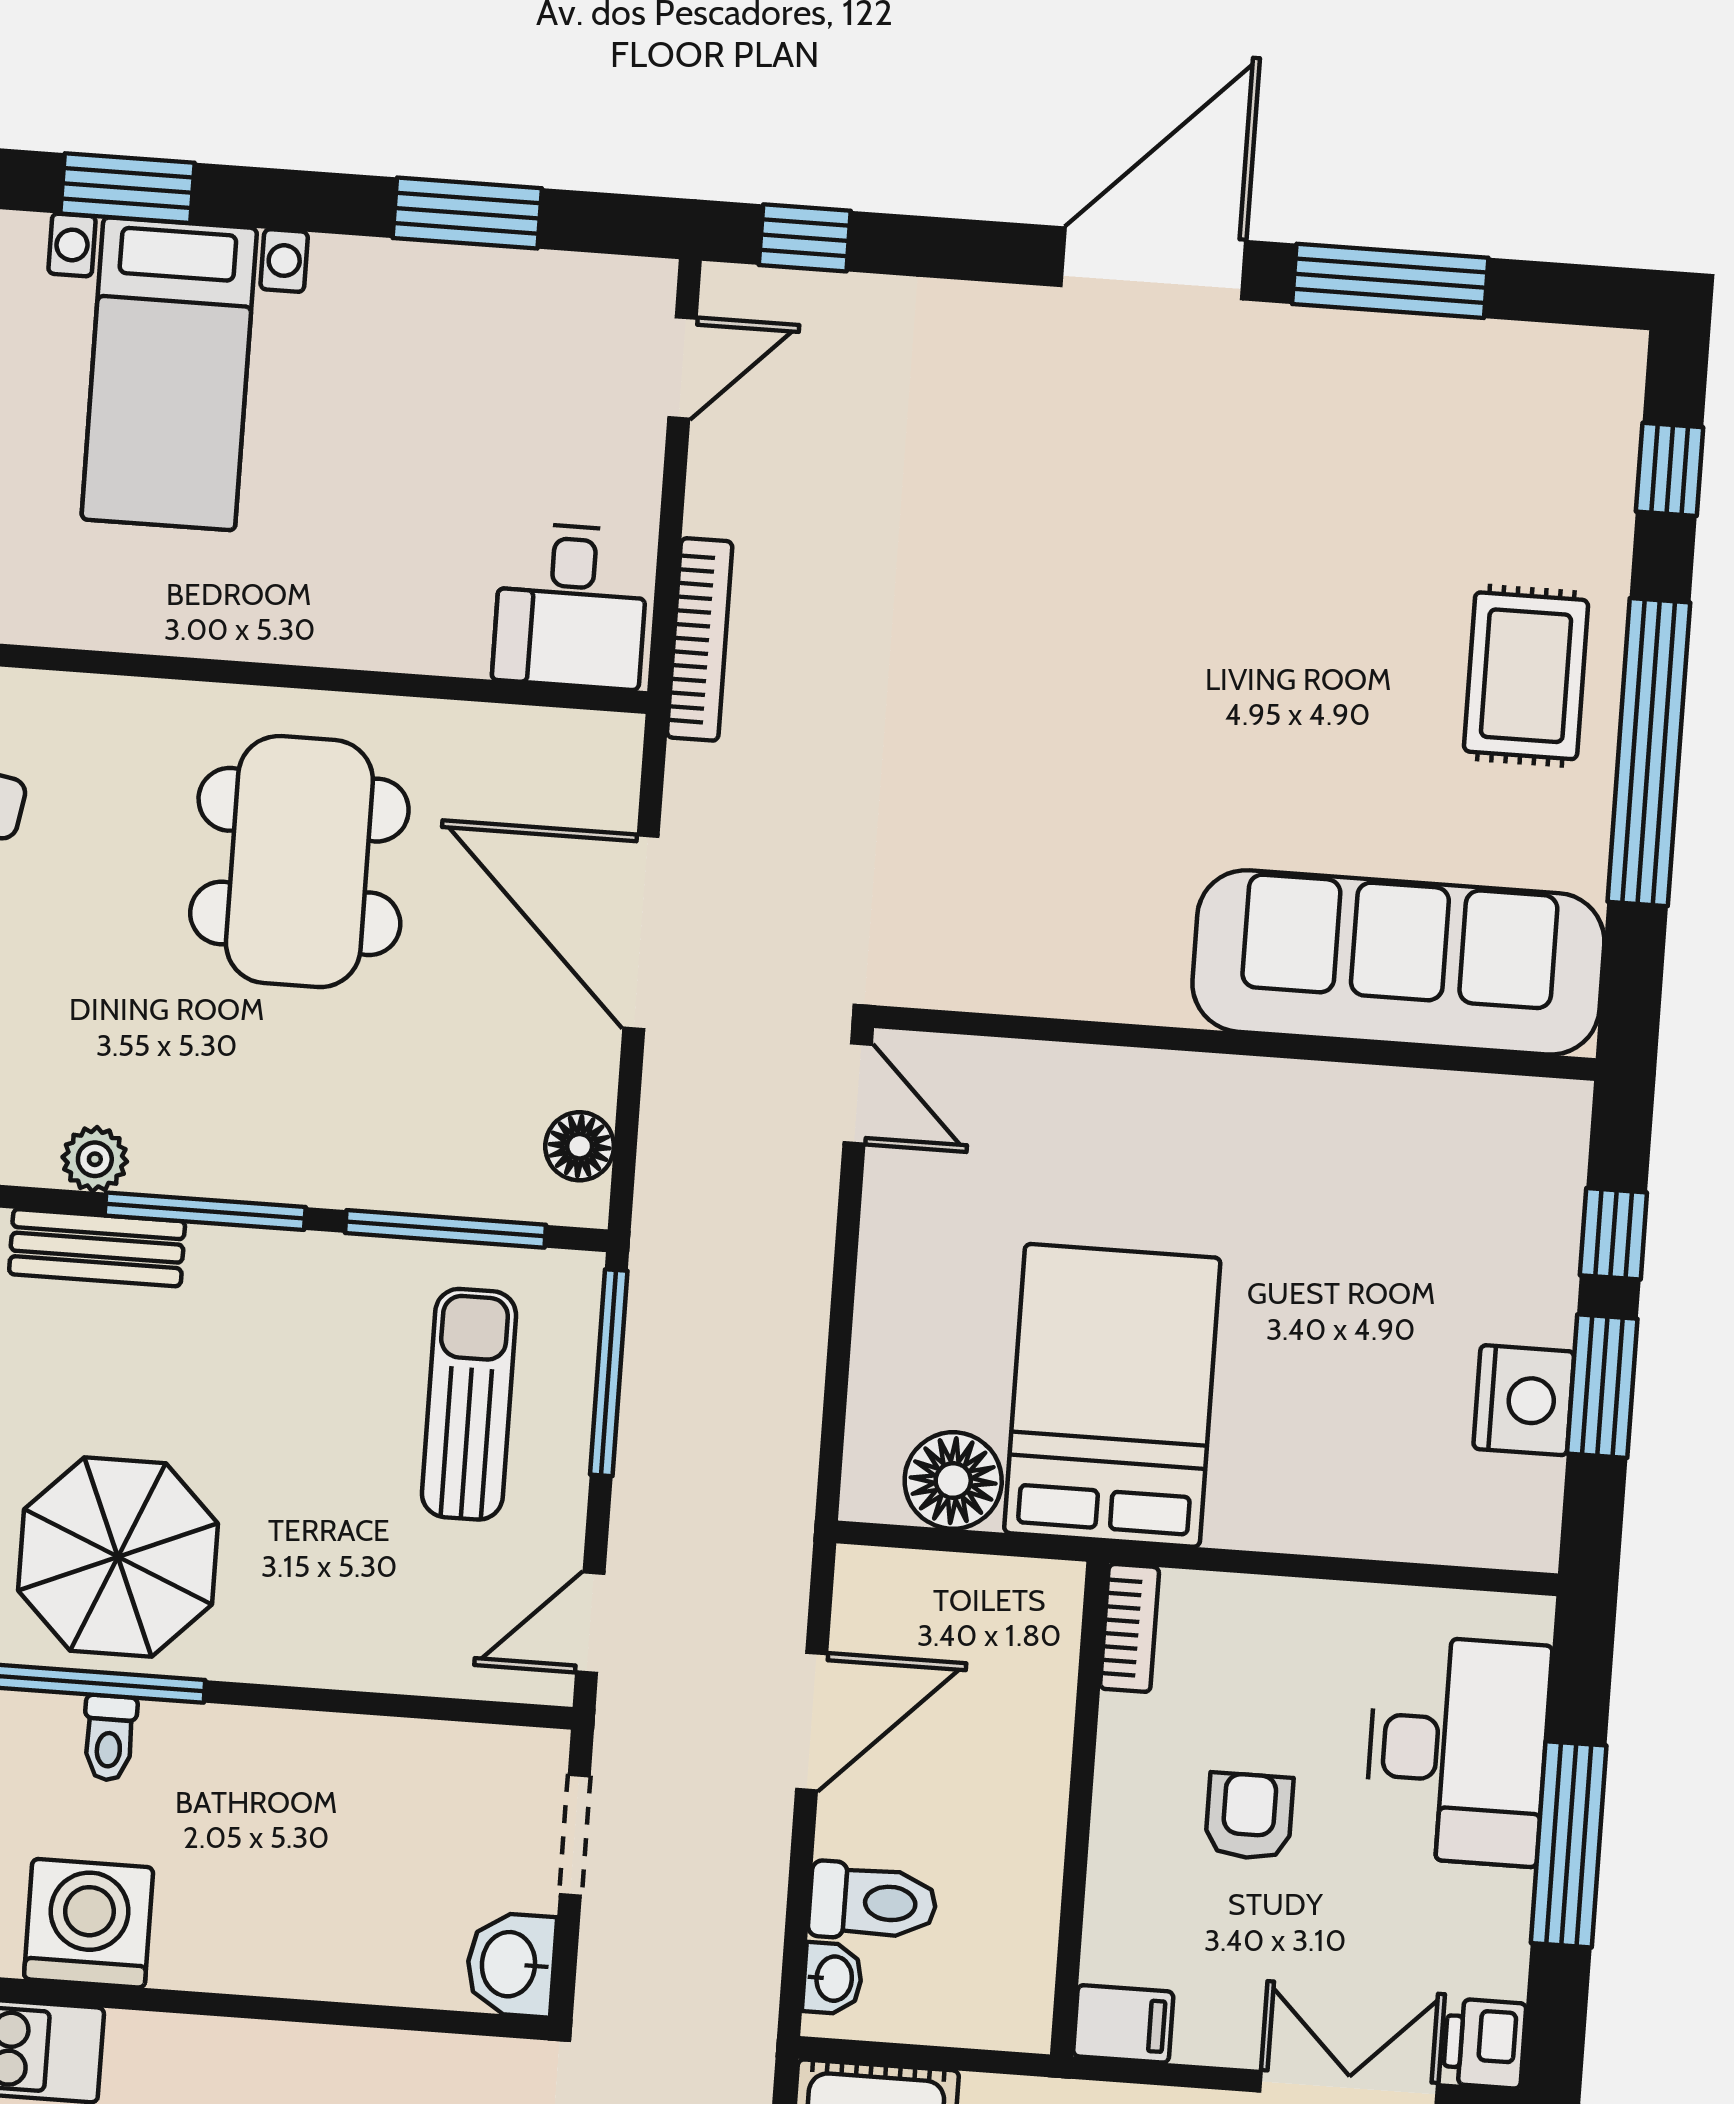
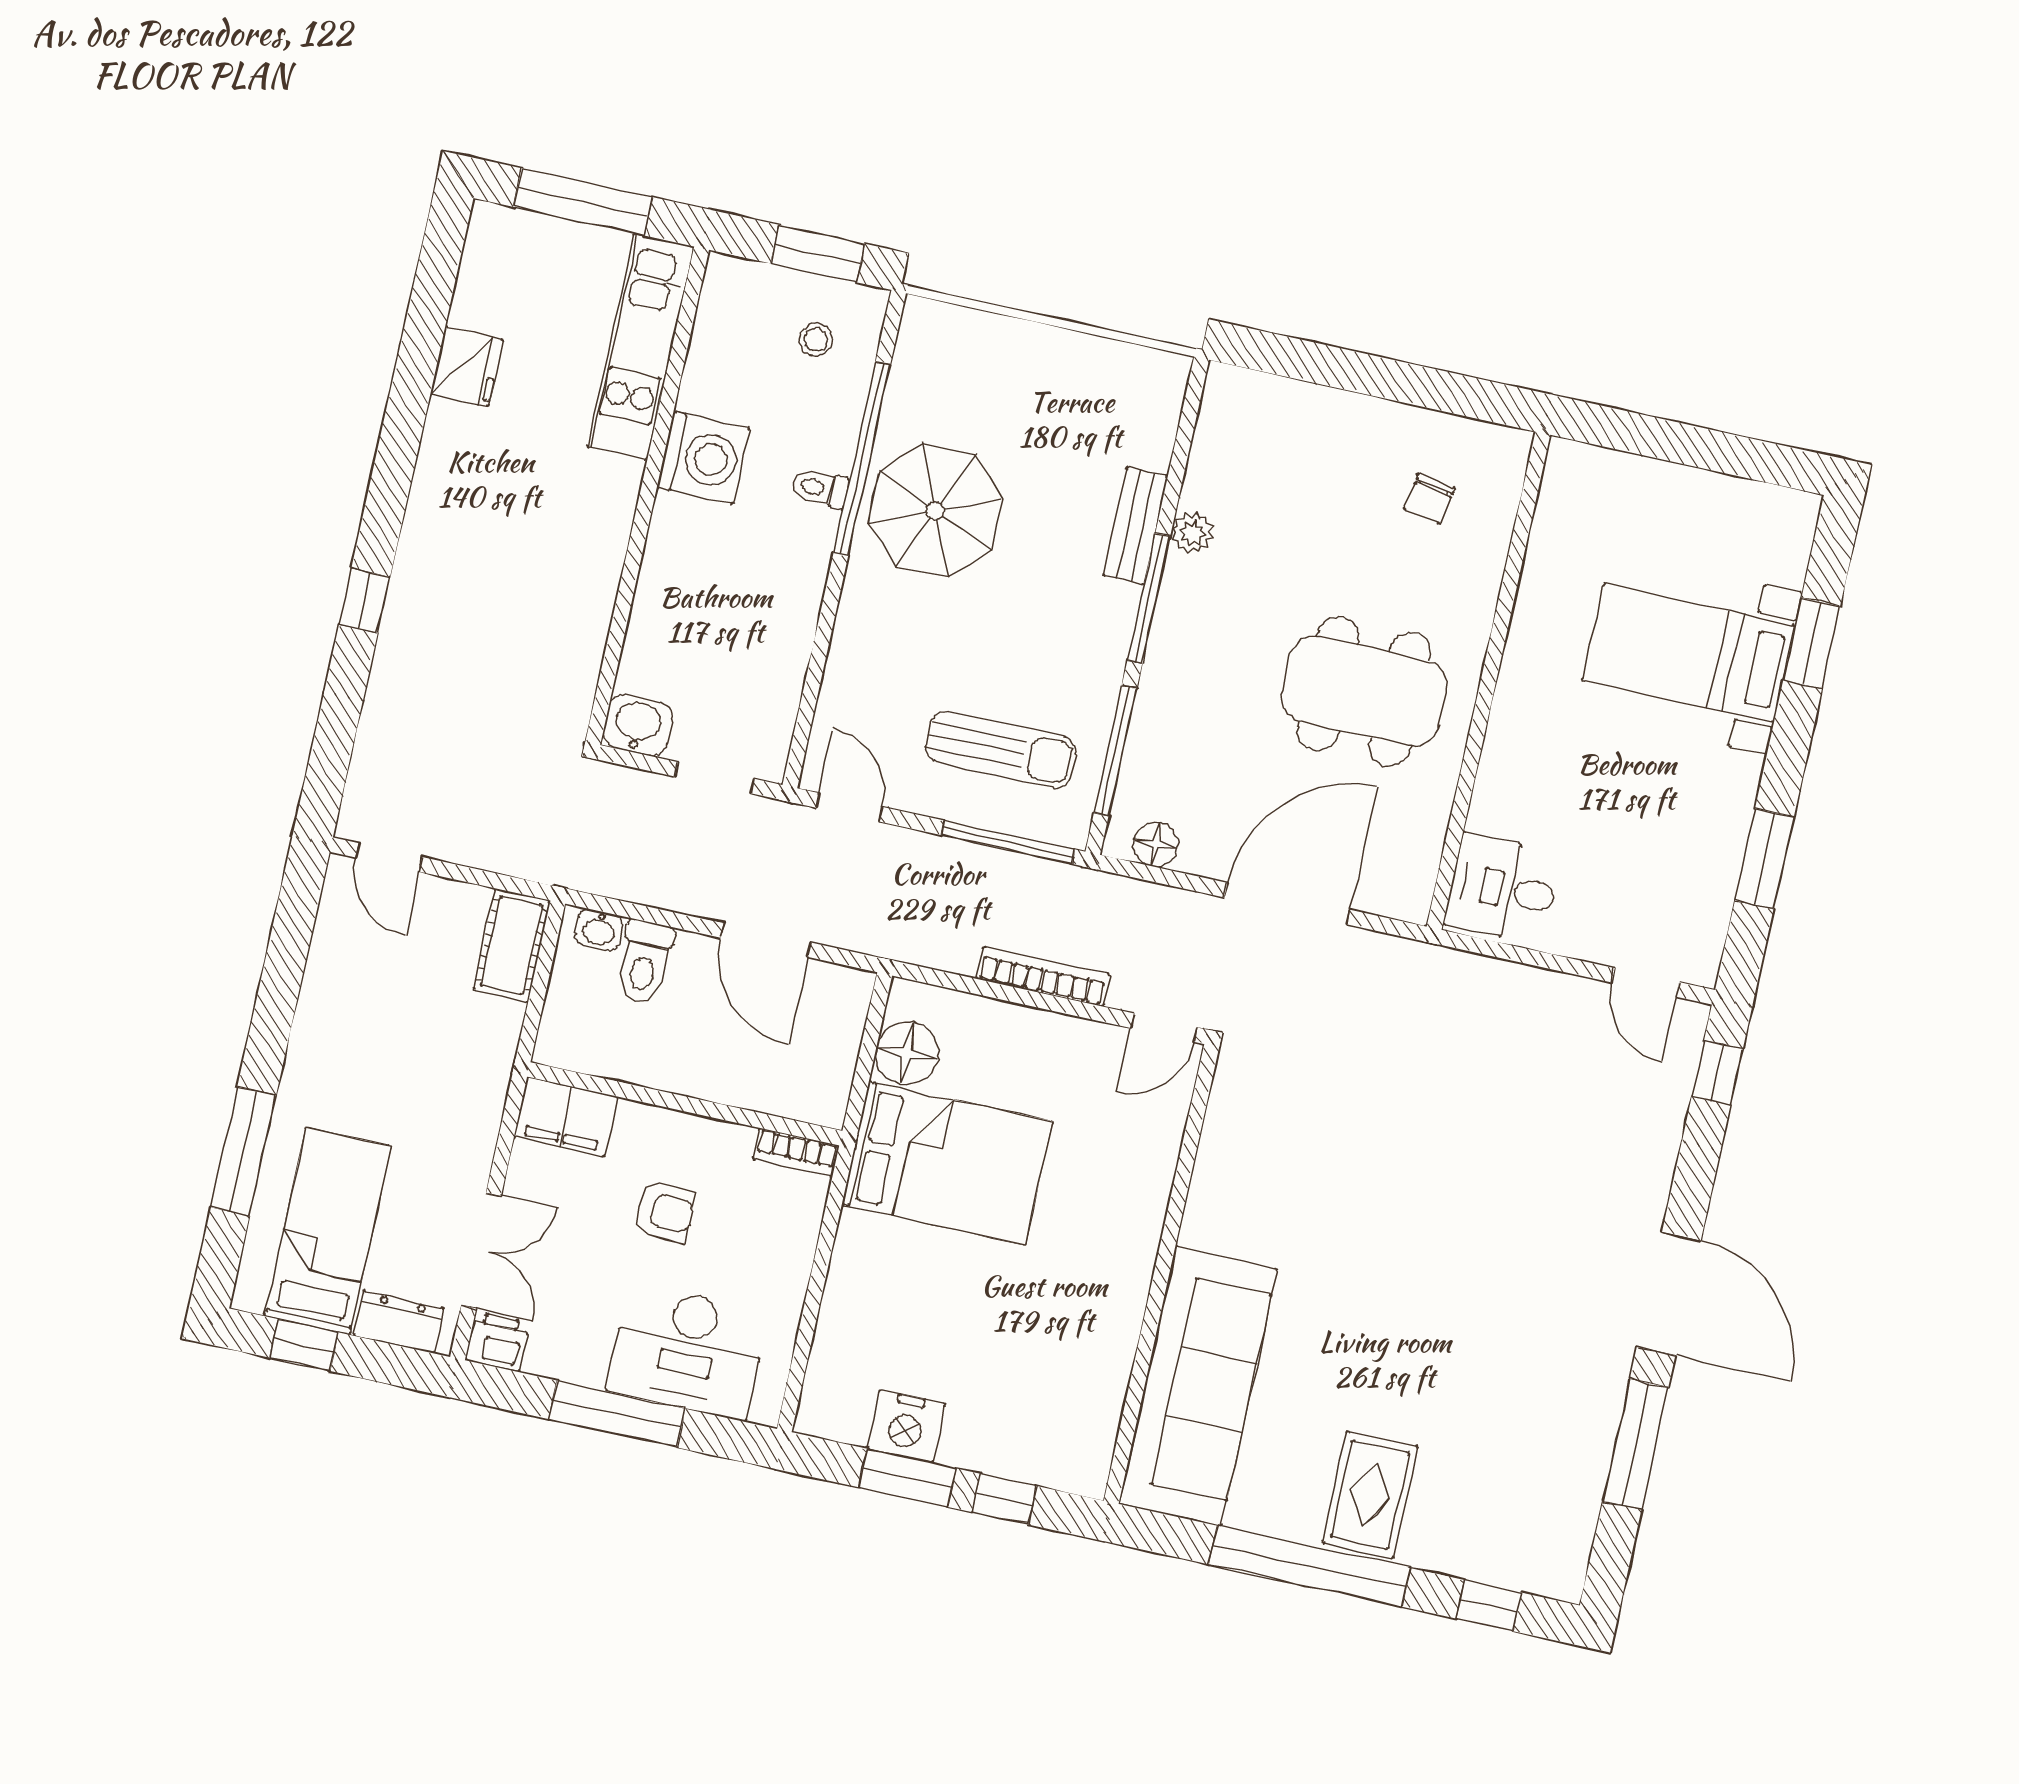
bookcase: (700, 639) -> (1043, 977), moved, turned 180
rug: (1526, 676) -> (1370, 1495), turned 90
filing cabinet: (1123, 2024) -> (566, 1117), width x2.00

